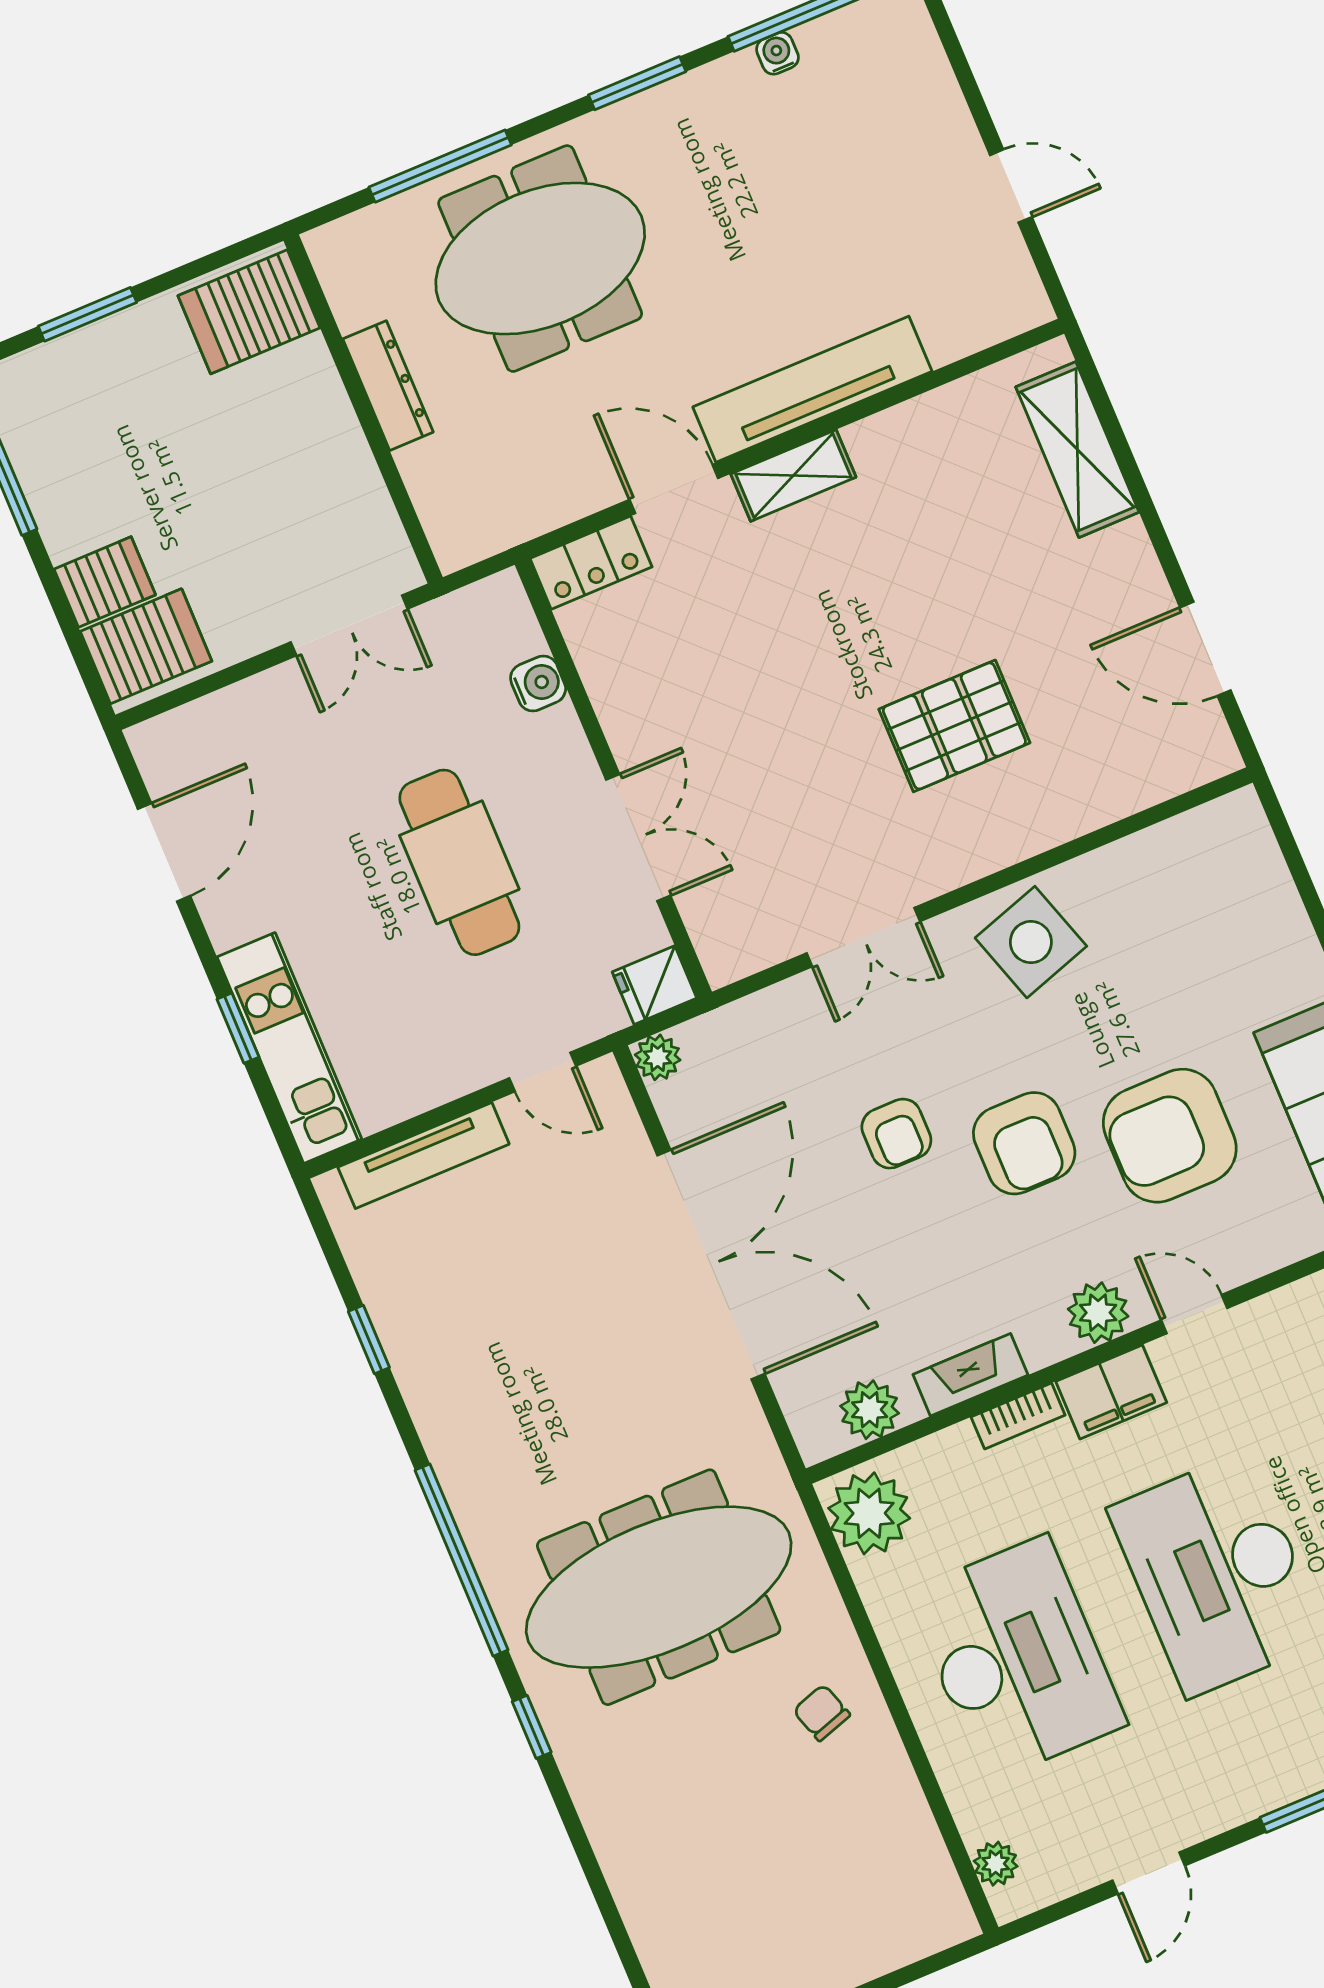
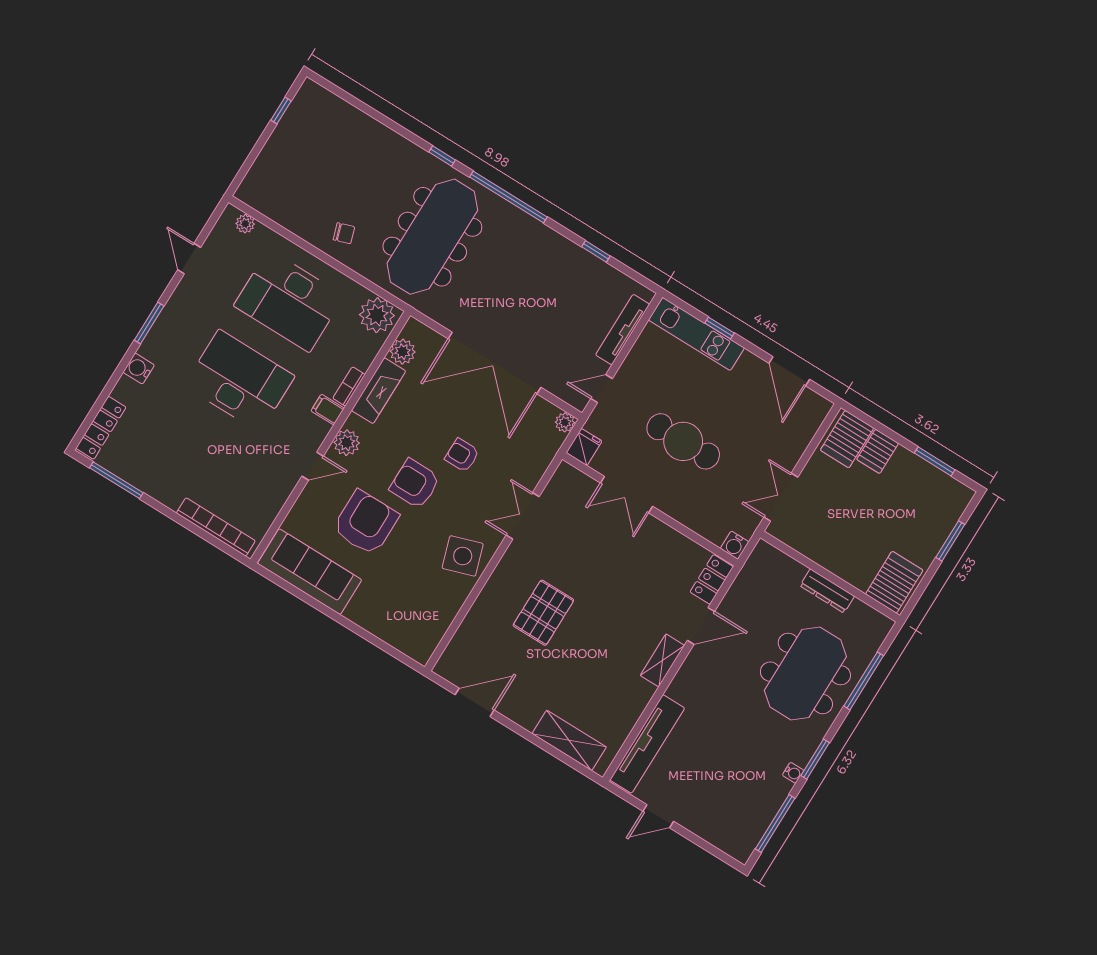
water cooler: (777, 53) -> (793, 773), moved
tv unit: (812, 389) -> (647, 744), moved
water cooler: (538, 683) -> (735, 545), moved
fireplace: (970, 1375) -> (379, 391), width x1.37, depth x1.32
filing cabinet: (1111, 1392) -> (328, 409), width x0.50

